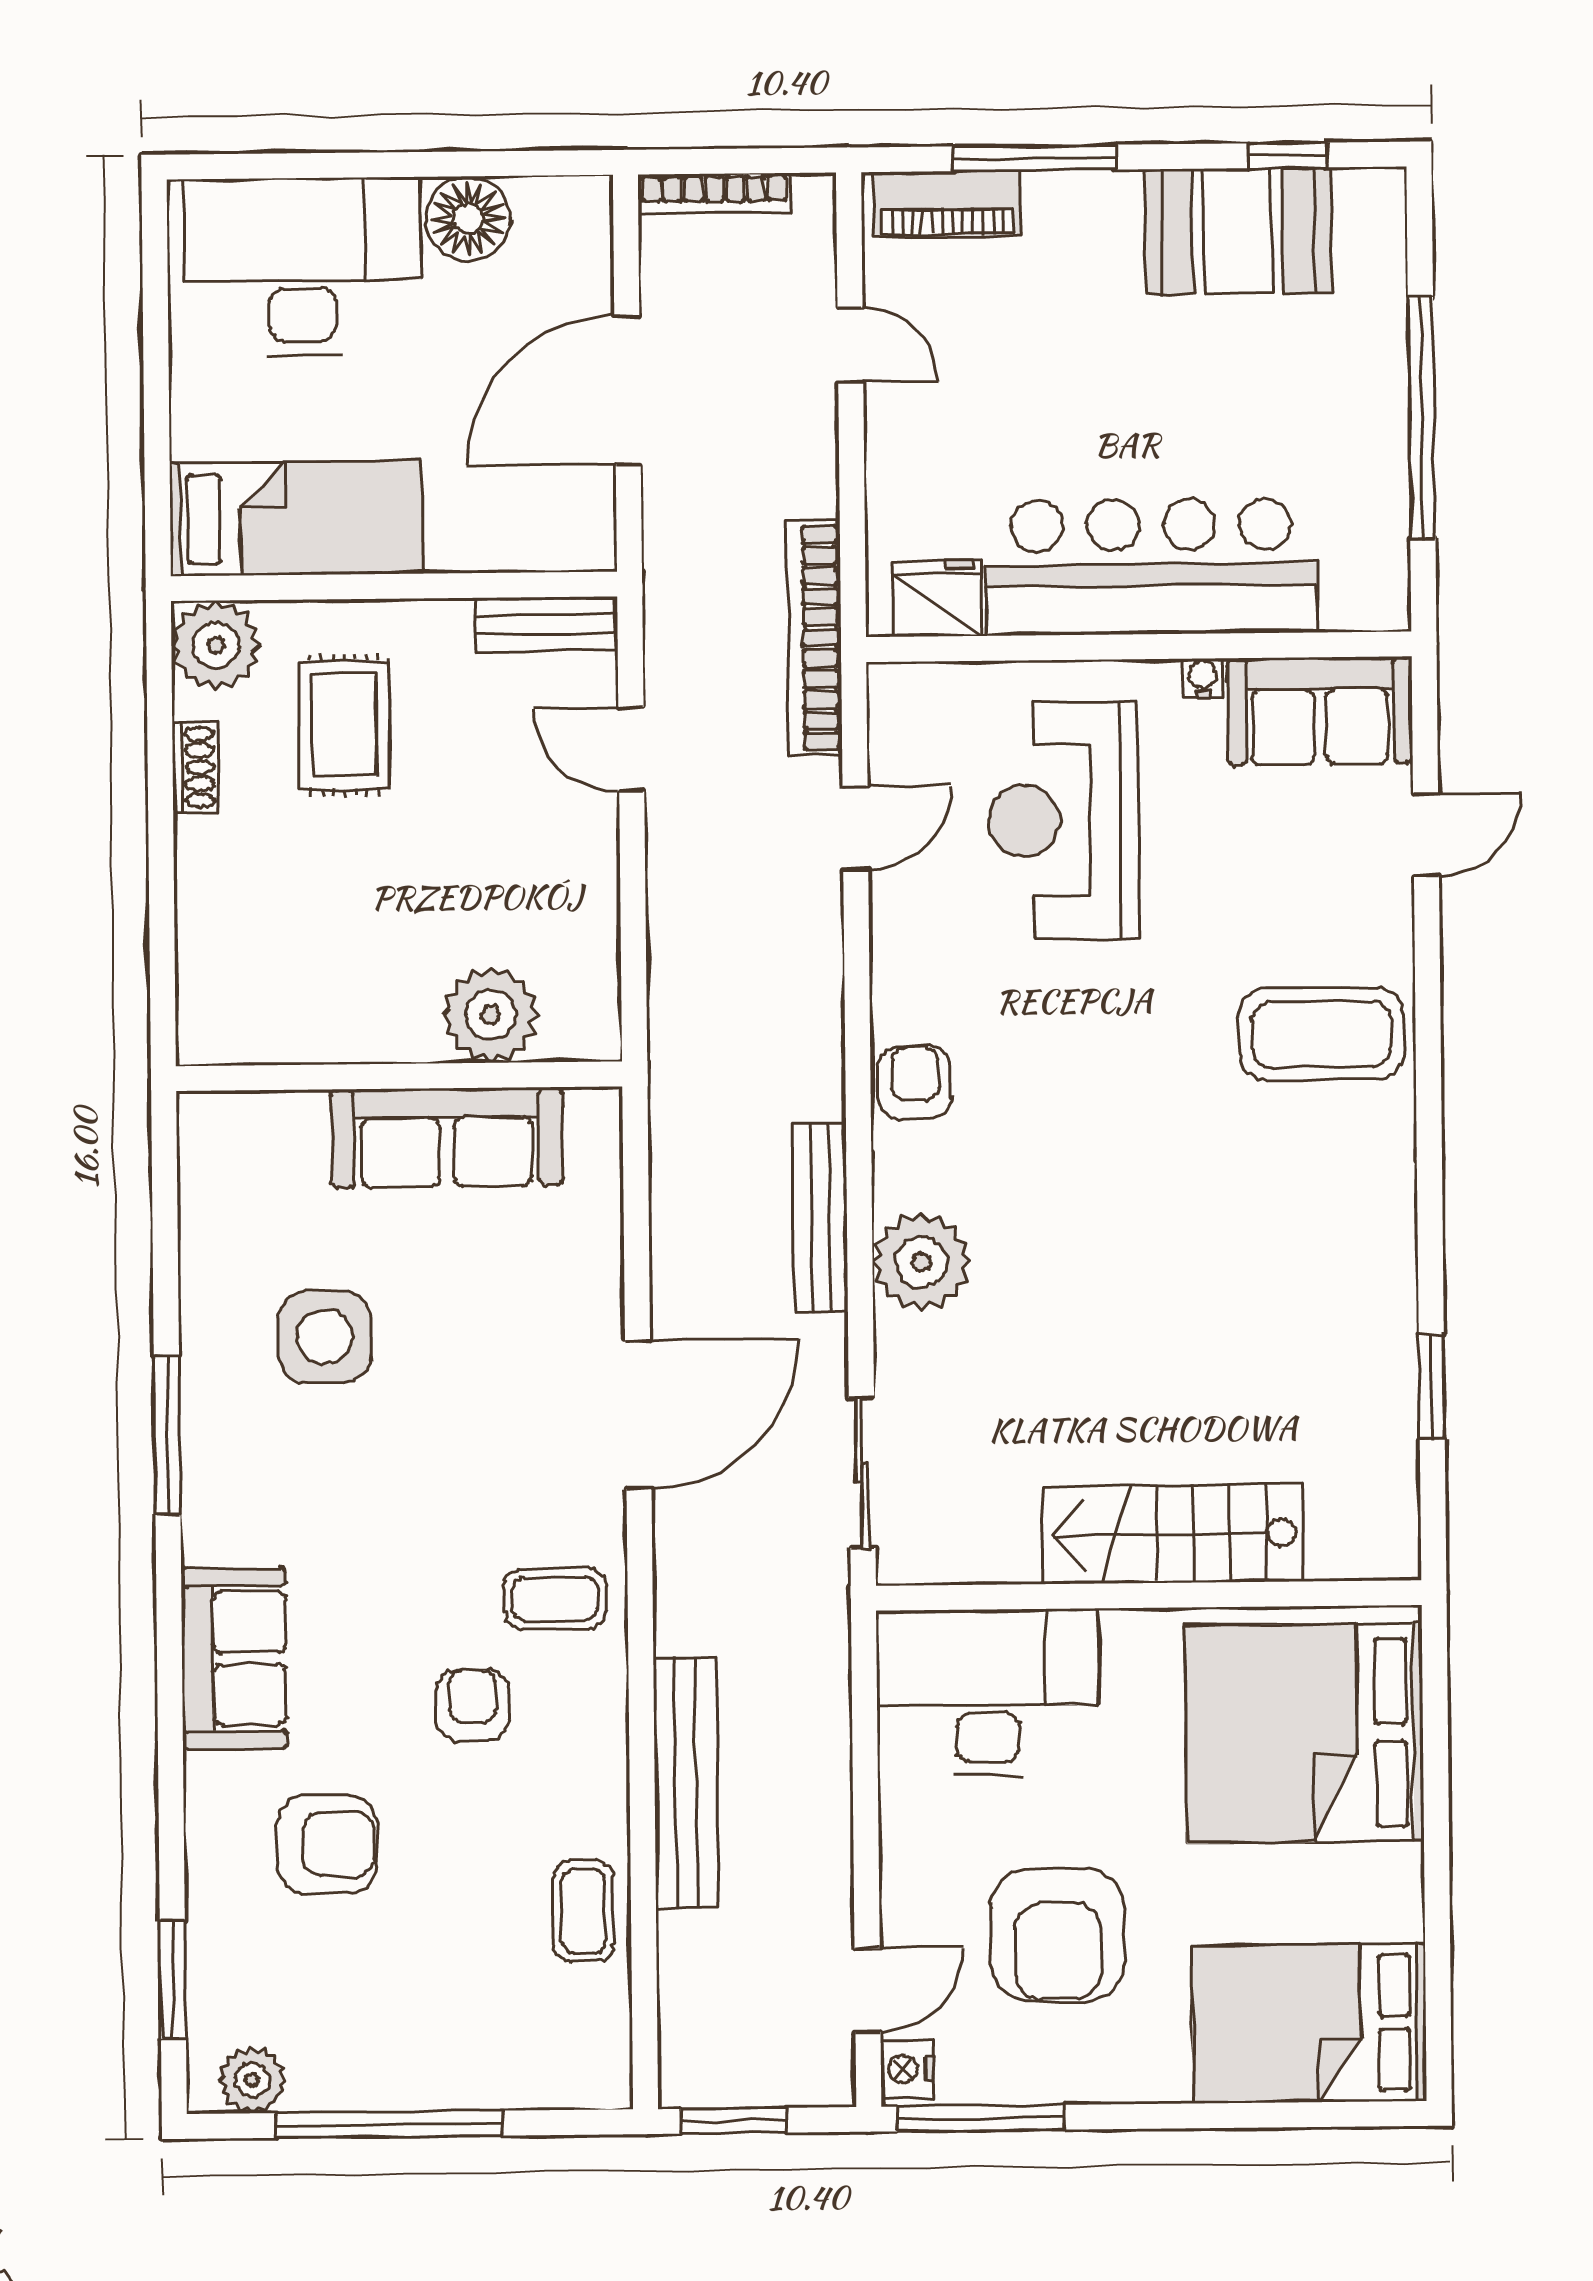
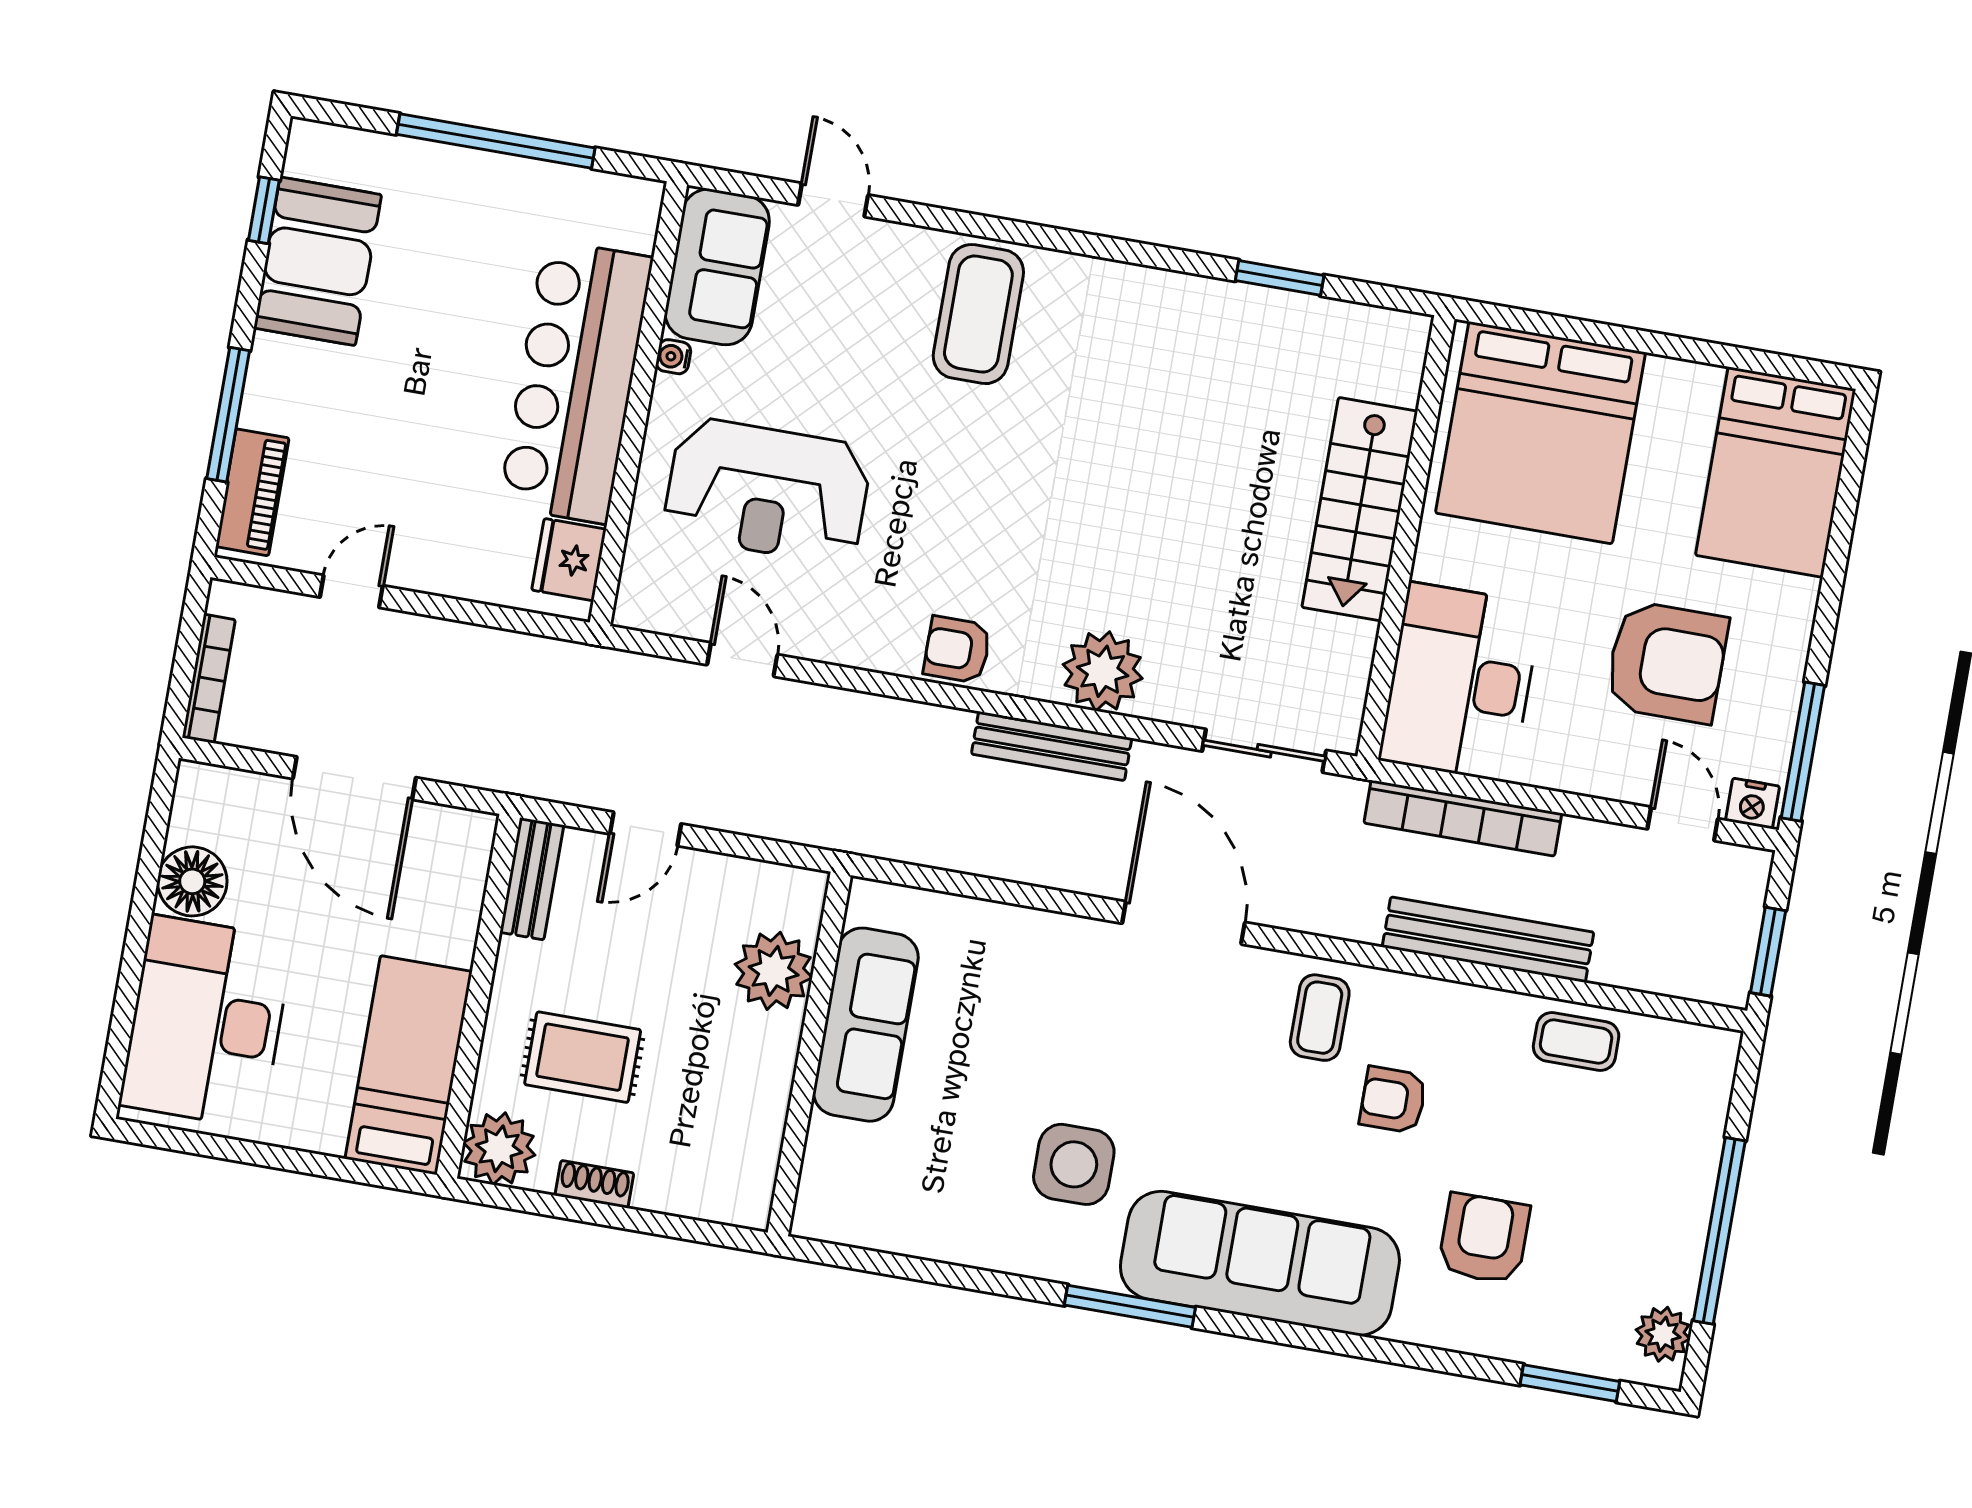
bookcase: (814, 637) -> (1463, 818), moved
plant: (491, 1015) -> (774, 971), moved
wall: (399, 1076) -> (809, 1054), moved
sofa: (447, 1137) -> (866, 1025), moved
sofa: (234, 1658) -> (1260, 1263), width x1.85, depth x1.27

